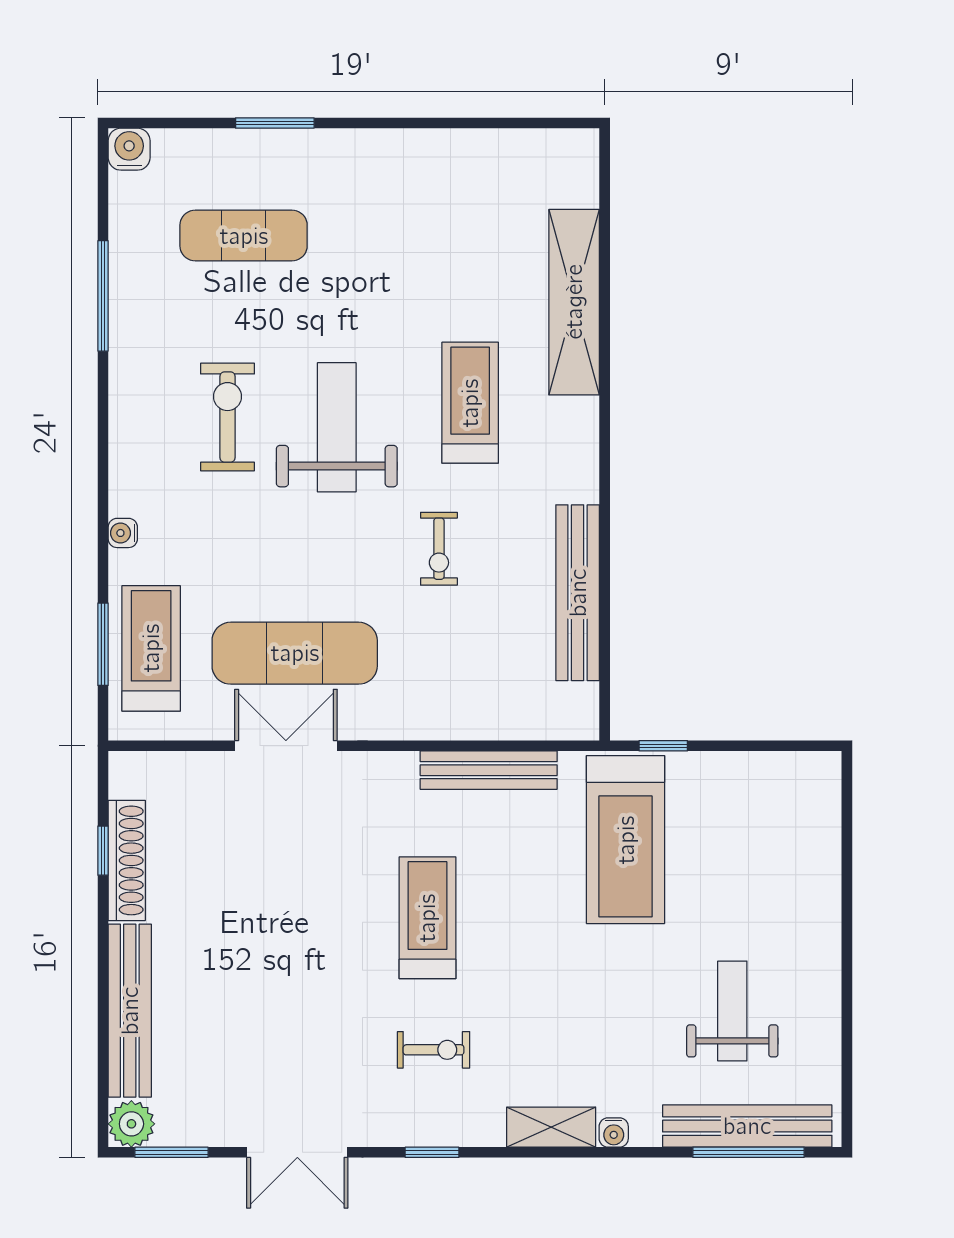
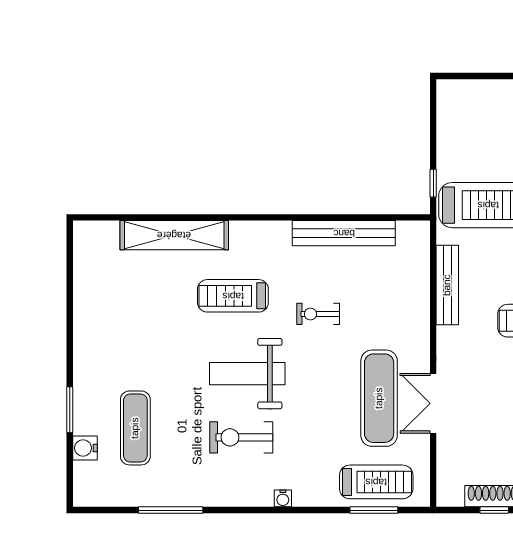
water cooler: (129, 149) -> (85, 448), moved
water cooler: (123, 533) -> (283, 498), moved
exercise bike: (439, 549) -> (318, 314), turned 180
treadmill: (151, 648) -> (376, 482), turned 180

